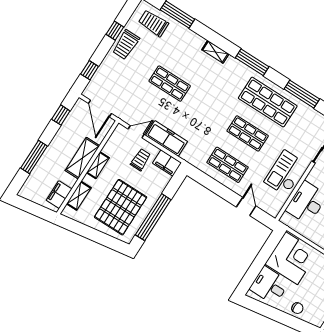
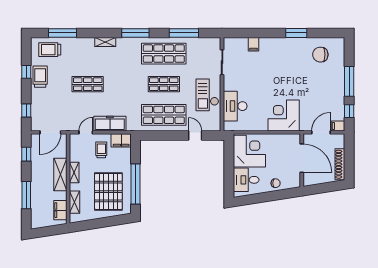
trolley: (126, 45) -> (40, 77), turned 180
door: (100, 108) -> (50, 132), hinge flipped
shop shelf: (228, 165) -> (164, 115), width x1.43, depth x1.36

